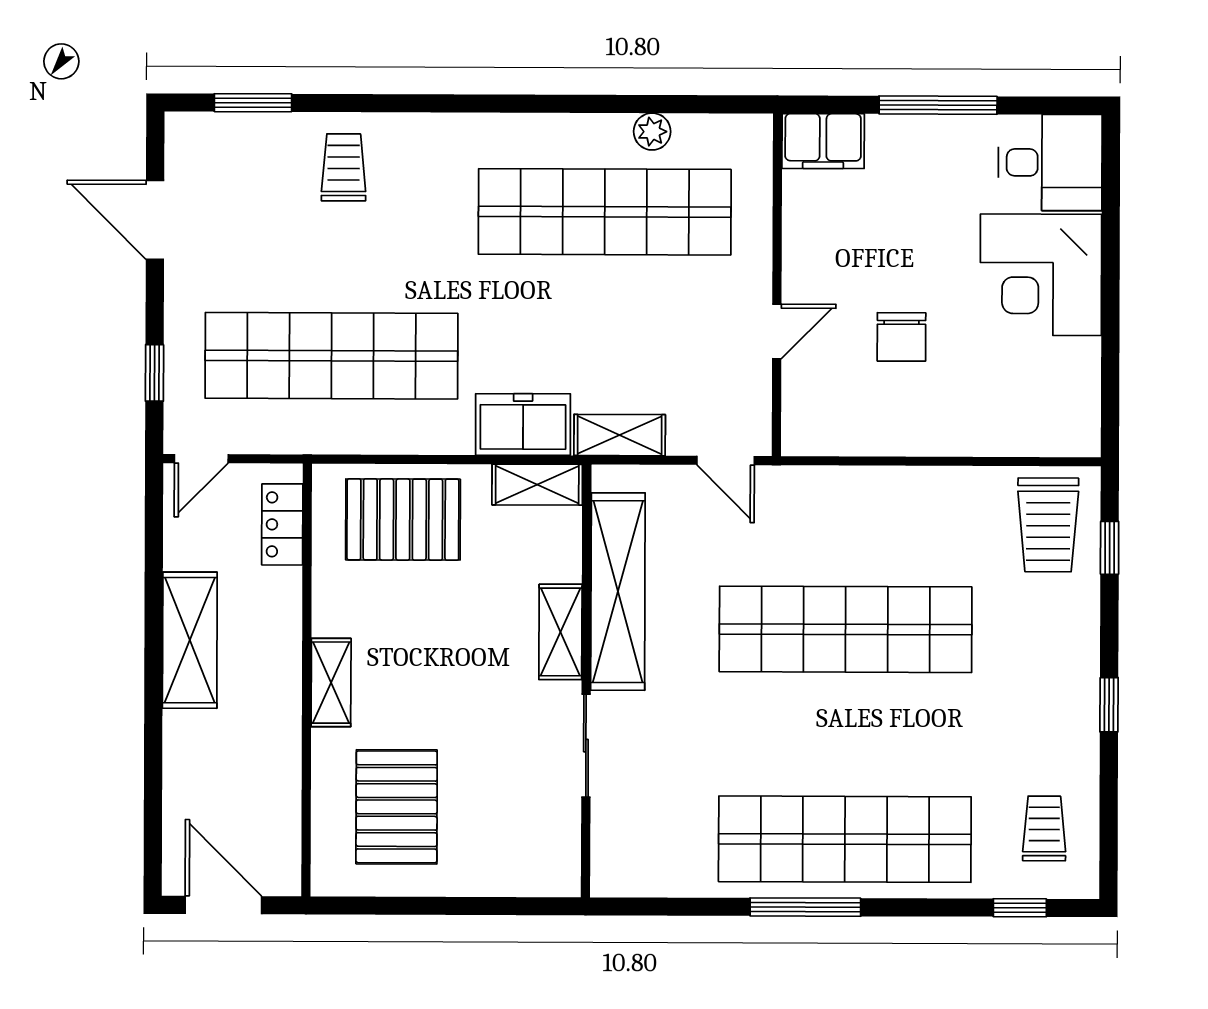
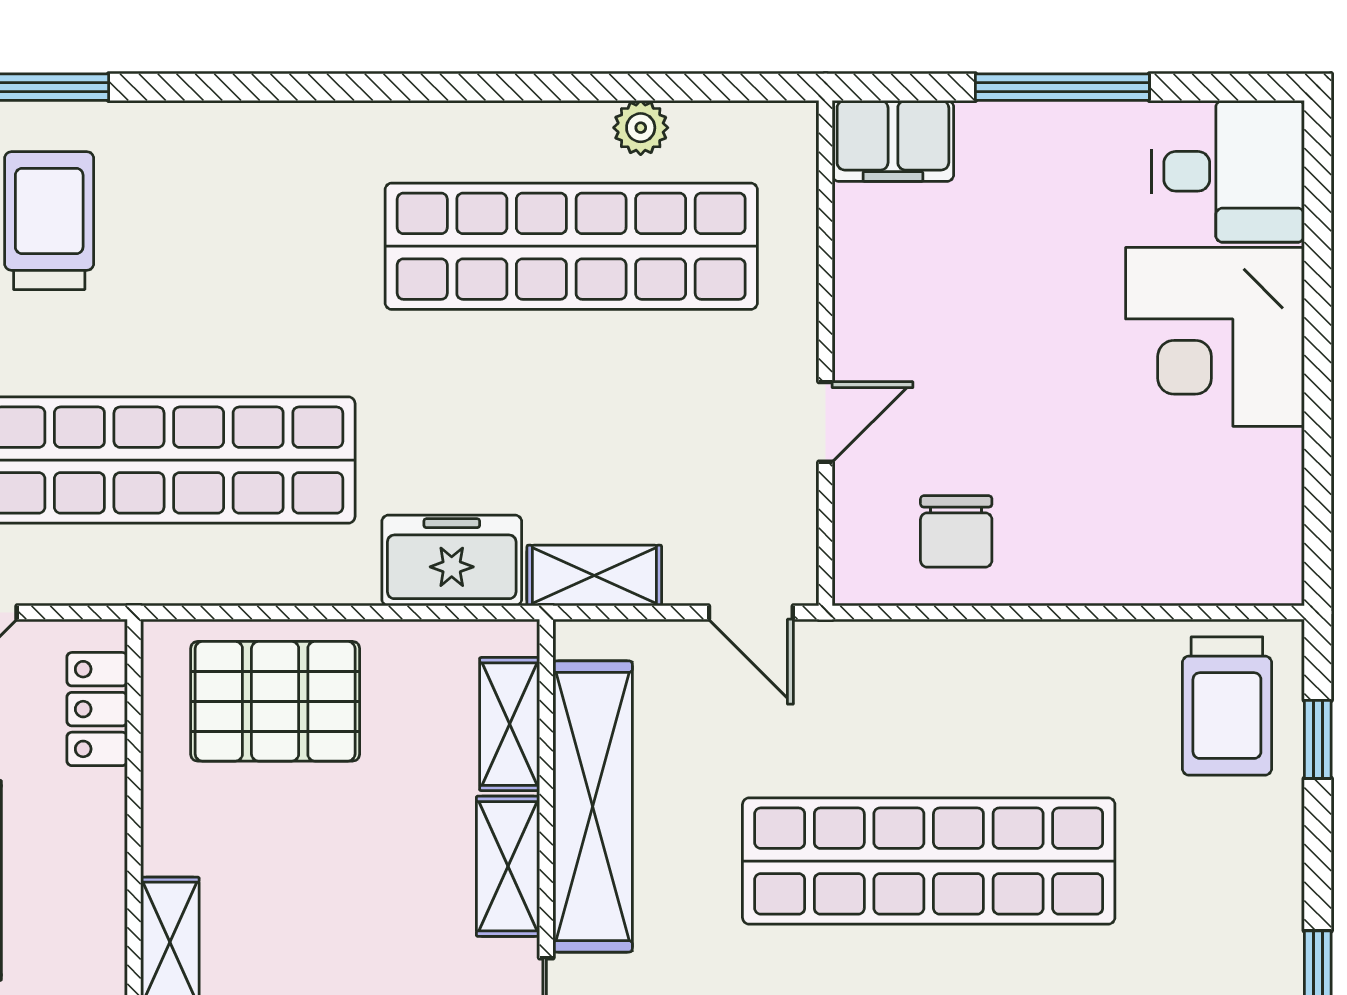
trolley: (344, 167) -> (49, 221), moved, width x1.36, depth x1.39
chair: (901, 337) -> (956, 531), moved
shelving: (537, 485) -> (510, 724), moved, turned 90

